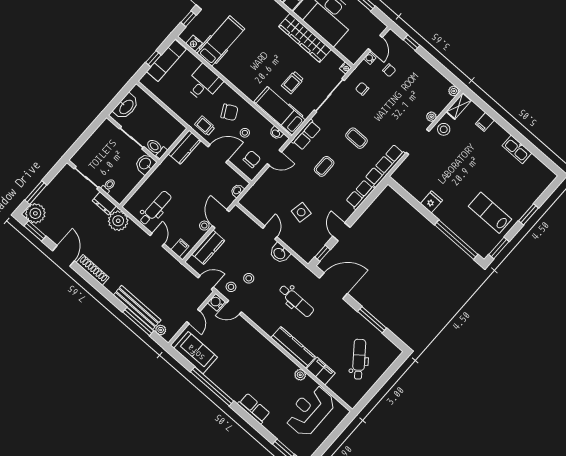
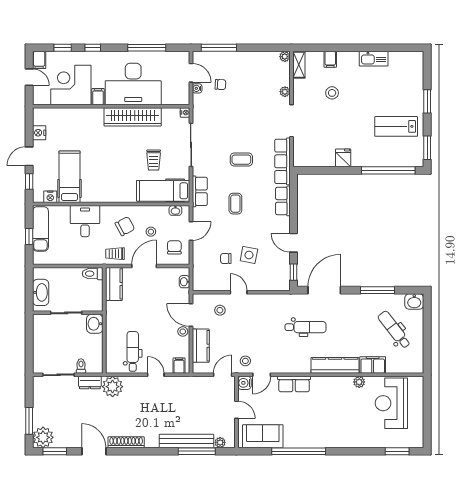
window: (411, 43) -> (219, 48), width x2.17
chair: (362, 89) -> (226, 259), moved
stool: (444, 129) -> (332, 93), moved
toilet: (156, 148) -> (93, 274), moved
washbasin: (280, 253) -> (414, 302), moved
stool: (249, 278) -> (220, 310), moved
row of seats: (254, 409) -> (294, 384), moved, turned 180

